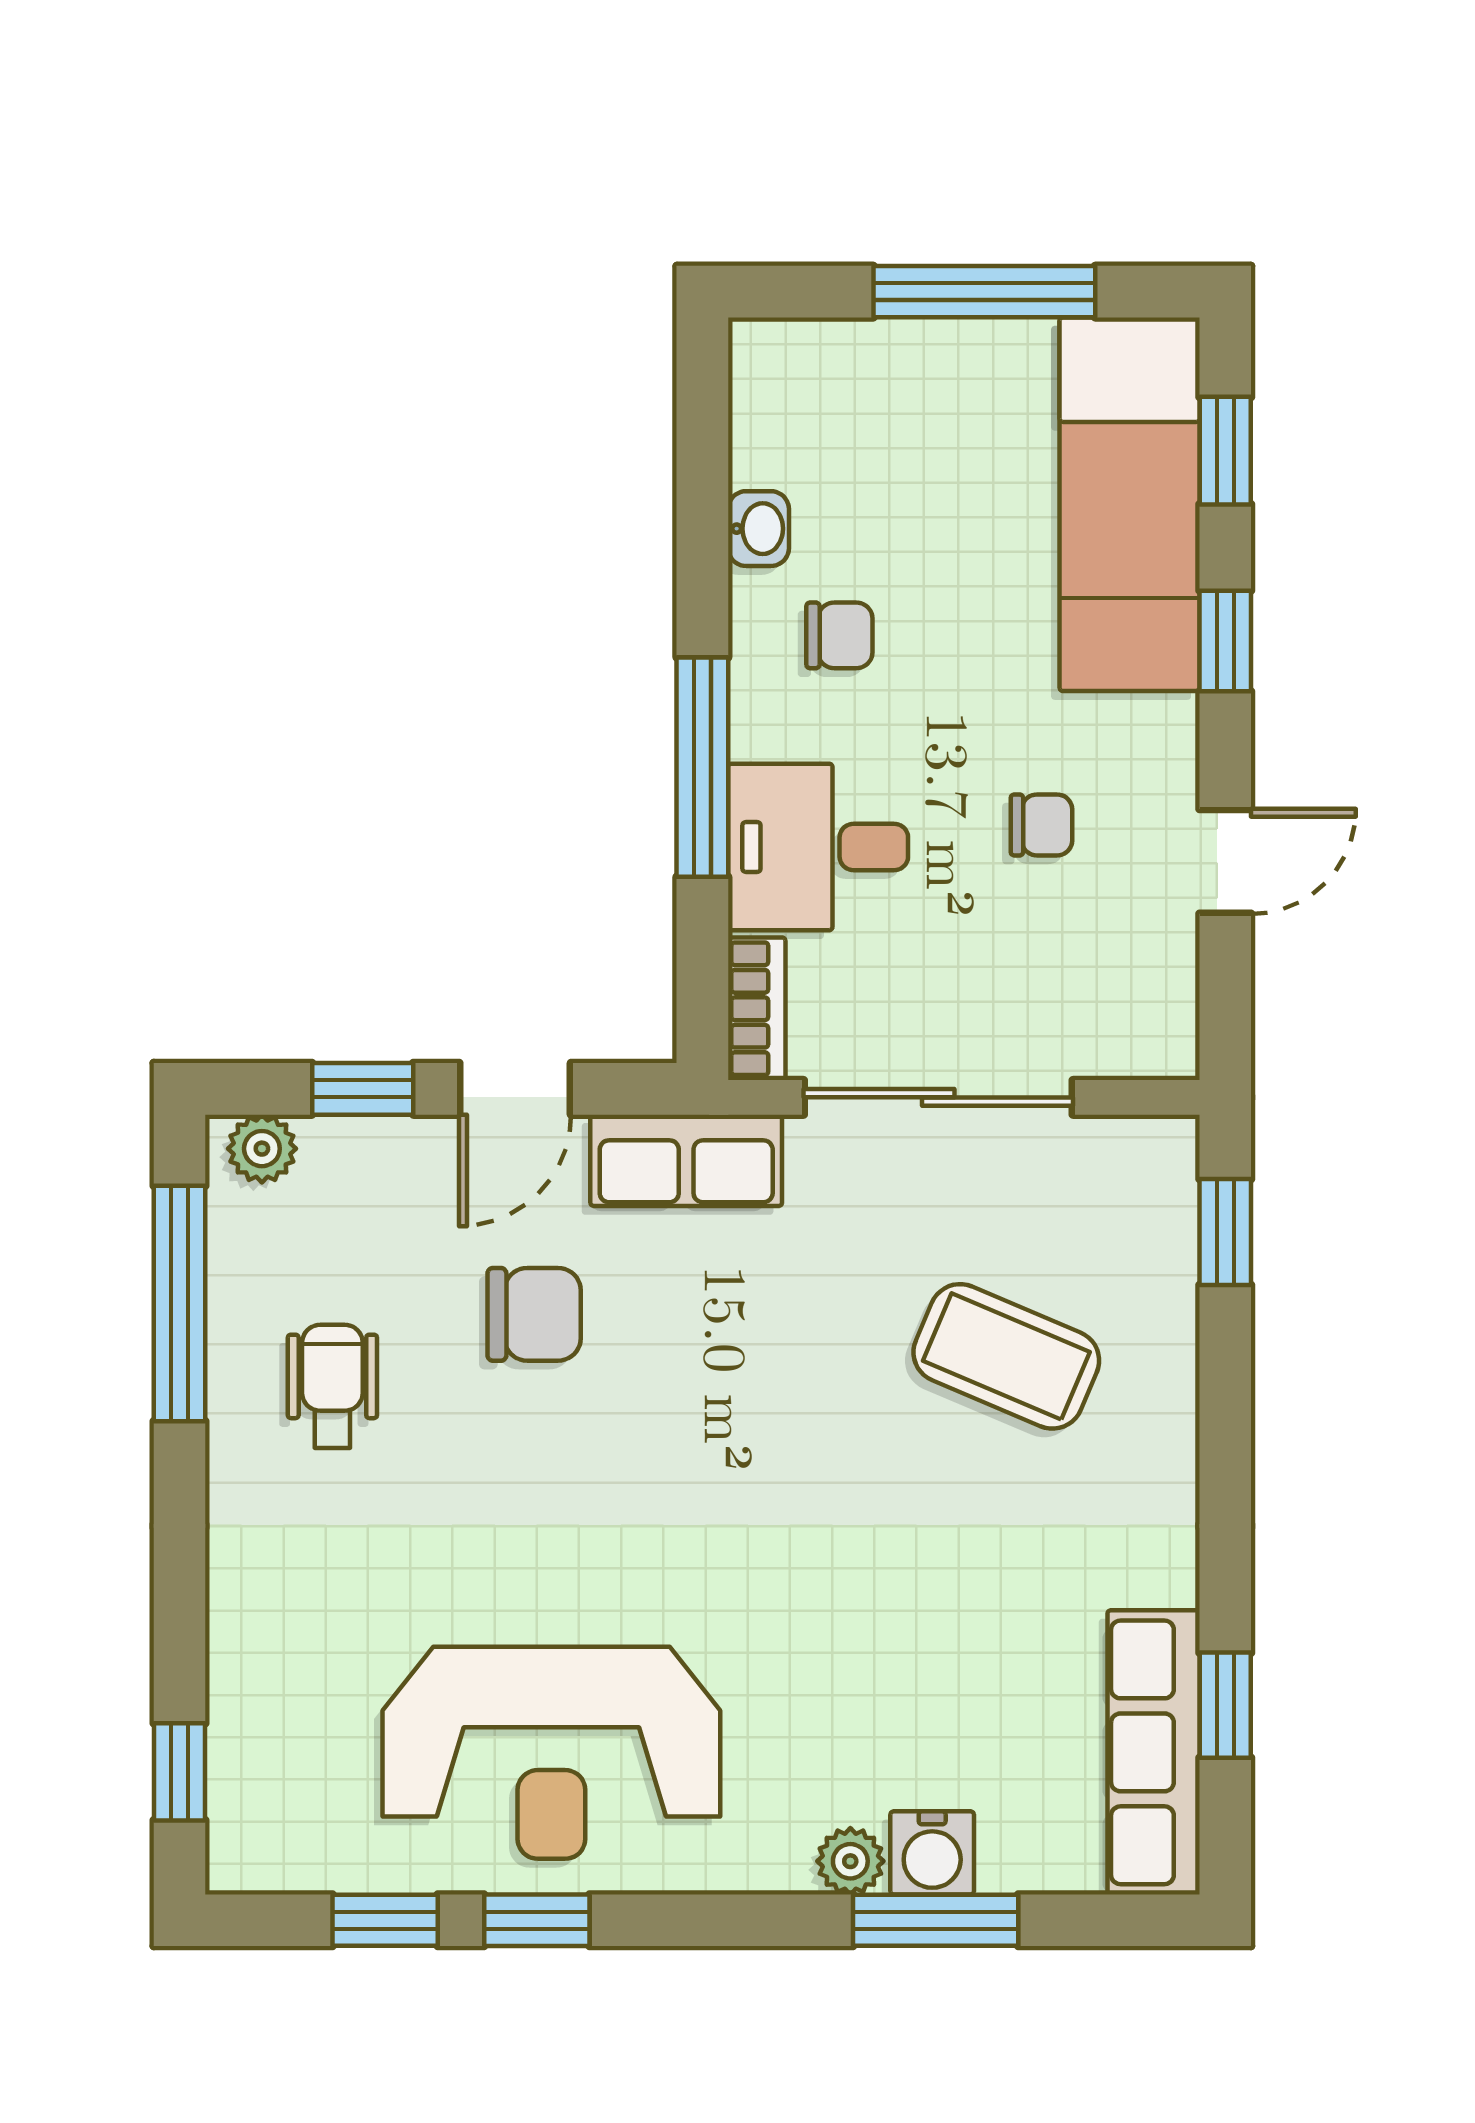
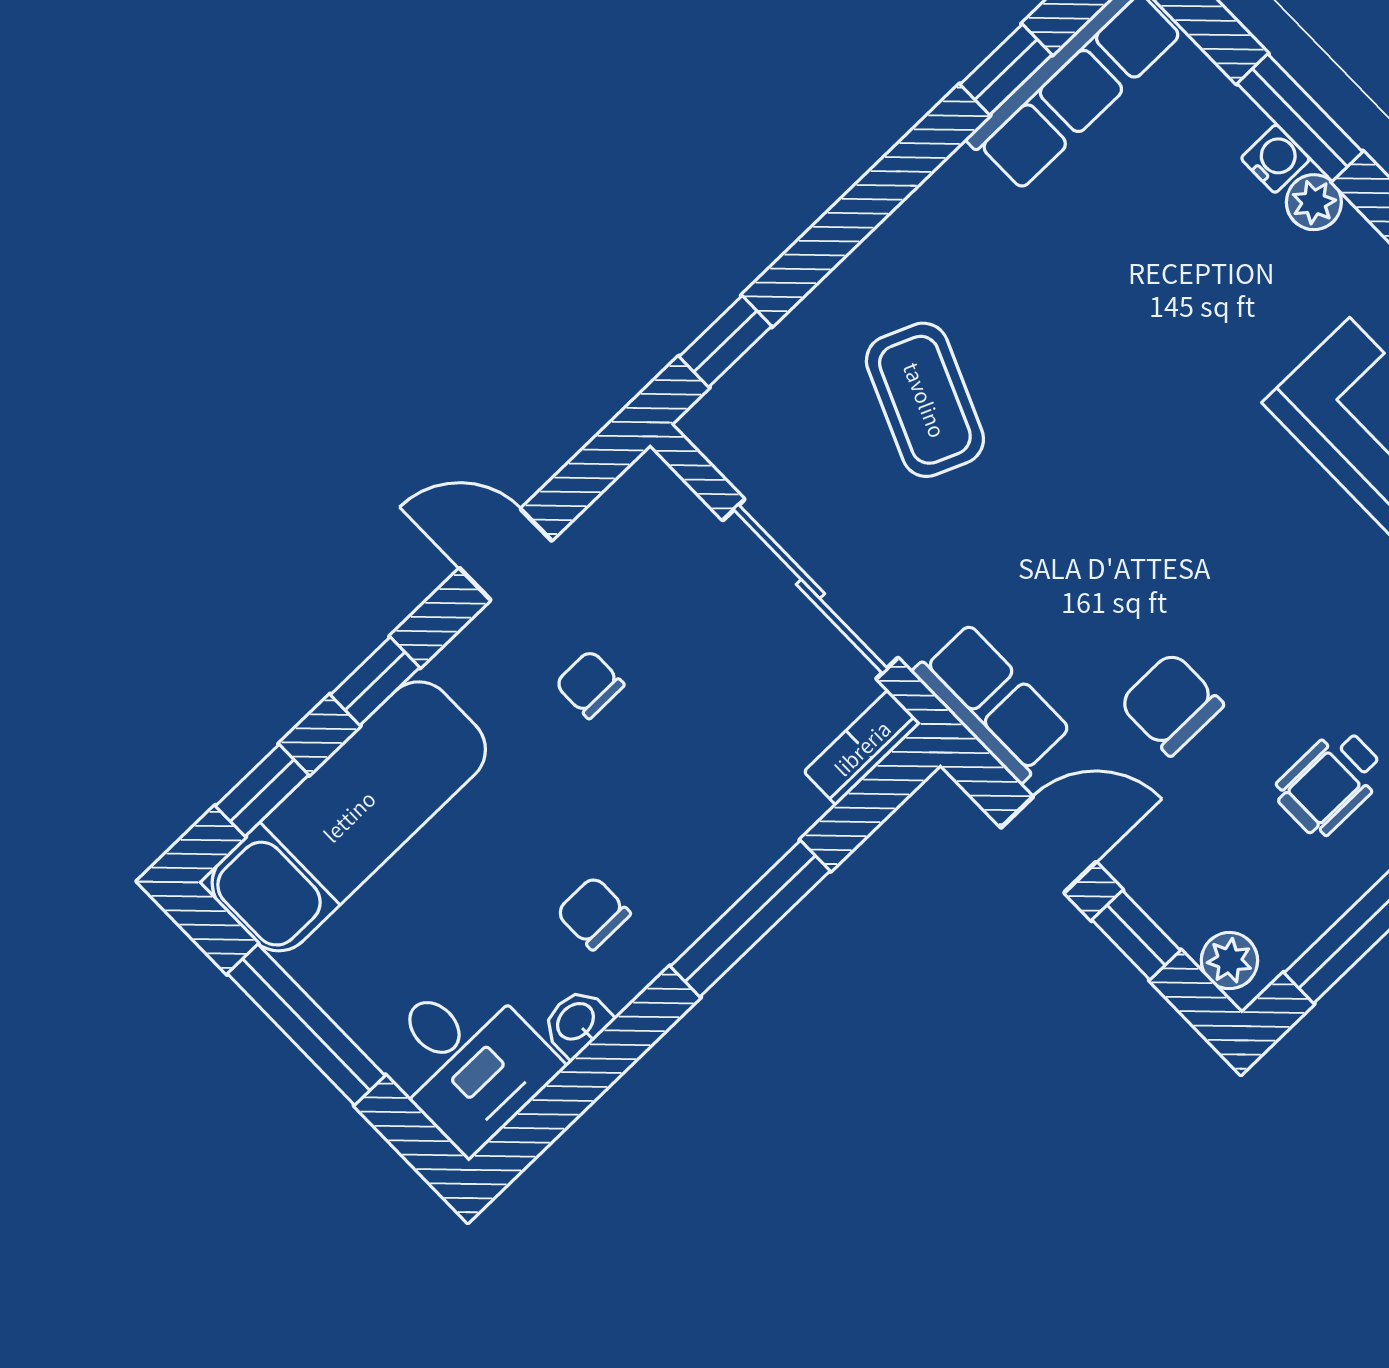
desk: (818, 847) -> (466, 1061), moved
water cooler: (932, 1853) -> (1275, 159), width x0.72, depth x0.72

